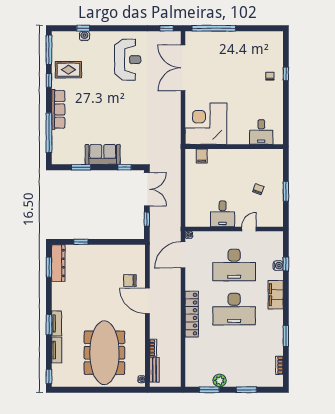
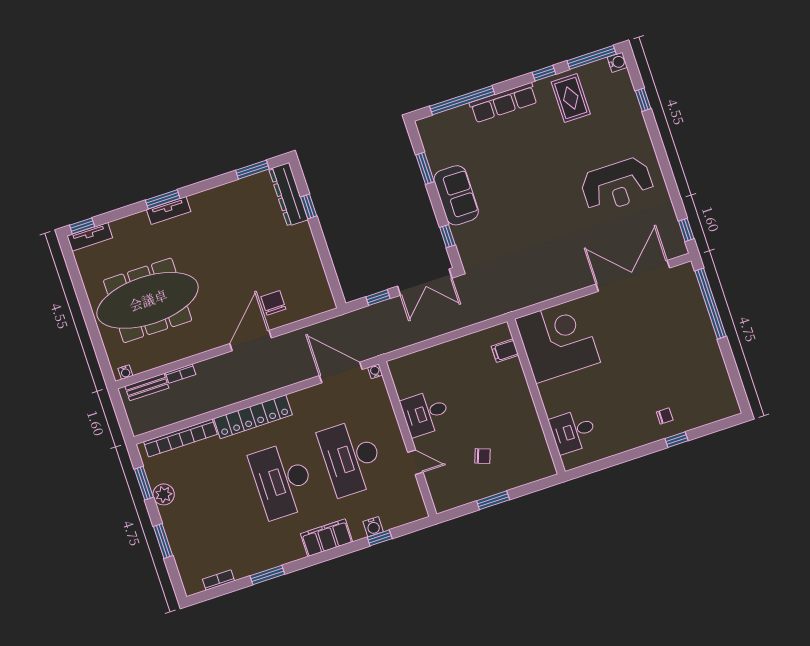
water cooler: (84, 36) -> (617, 62), moved
dresser: (58, 263) -> (288, 194), moved, turned 90
tv unit: (57, 350) -> (90, 237), moved
bookcase: (190, 360) -> (180, 438), added

